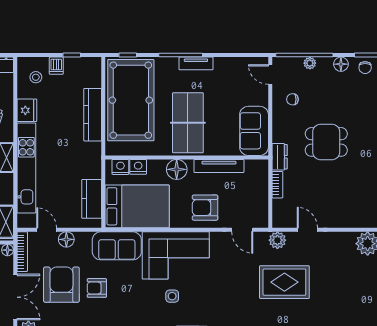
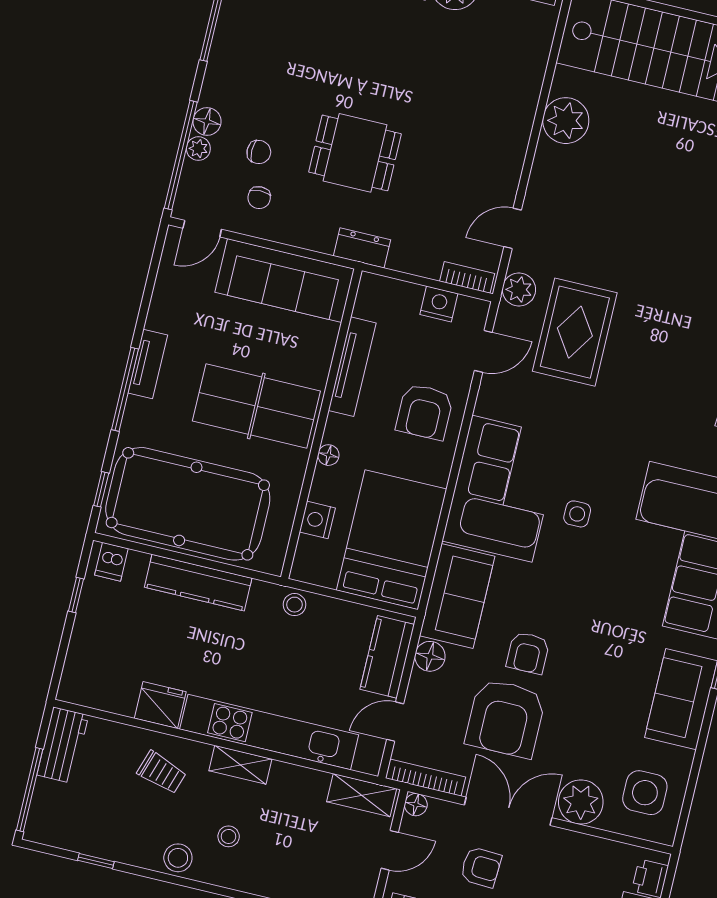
floor lamp: (341, 64) -> (207, 121), moved
dishwasher: (56, 66) -> (111, 562), moved, turned 90
chair: (365, 68) -> (259, 152), moved
stool: (36, 77) -> (294, 605), moved
sofa: (254, 131) -> (285, 281), width x1.36
dining table: (326, 142) -> (355, 153), turned 90
nightstand: (120, 167) -> (439, 304), moved, turned 90
floor lamp: (177, 169) -> (328, 455), width x0.53, depth x0.53
bookcase: (277, 185) -> (467, 277), moved
kitchen counter: (92, 199) -> (387, 657), moved, turned 90
floor lamp: (66, 239) -> (430, 656), moved
rug: (284, 282) -> (575, 332), moved
armchair: (61, 285) -> (506, 718), turned -90

